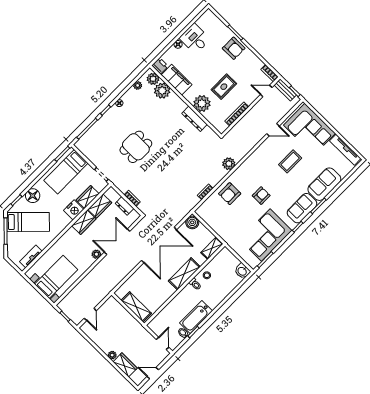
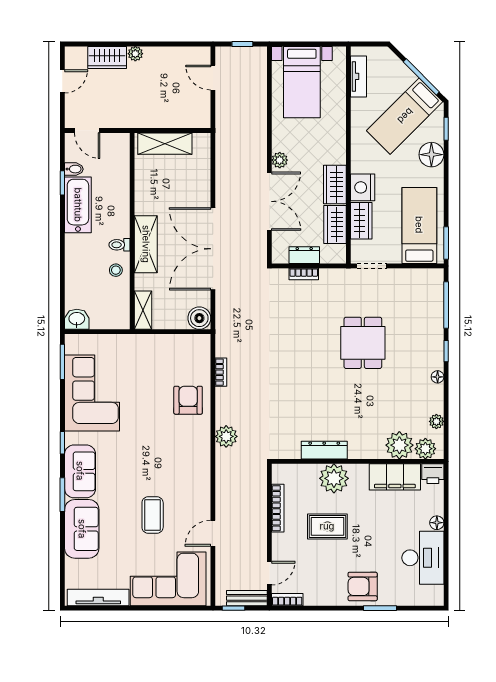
desk: (195, 39) -> (423, 558), width x1.37
rug: (224, 87) -> (327, 526), turned 90
armchair: (261, 196) -> (146, 437), removed

